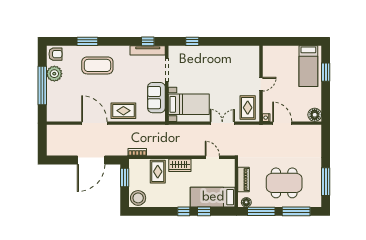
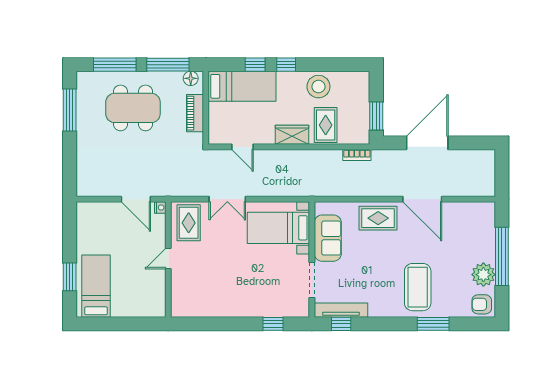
coffee table: (97, 65) -> (418, 287), turned 90
floor lamp: (315, 115) -> (86, 212), removed
stool: (138, 198) -> (318, 87), moved

